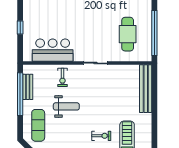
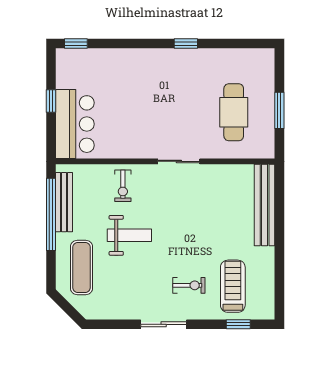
window: (154, 33) -> (279, 110), width x0.47
bar counter: (53, 50) -> (75, 124), moved, turned 90
bench: (28, 87) -> (64, 202), width x1.36

